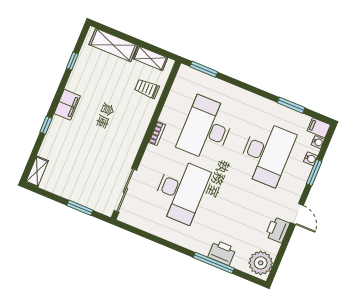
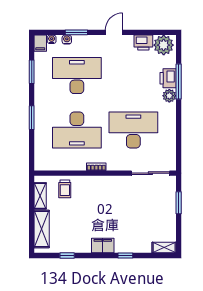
window: (204, 69) -> (32, 118), moved
printer: (277, 230) -> (143, 43), moved
plant: (202, 246) -> (169, 96), added

